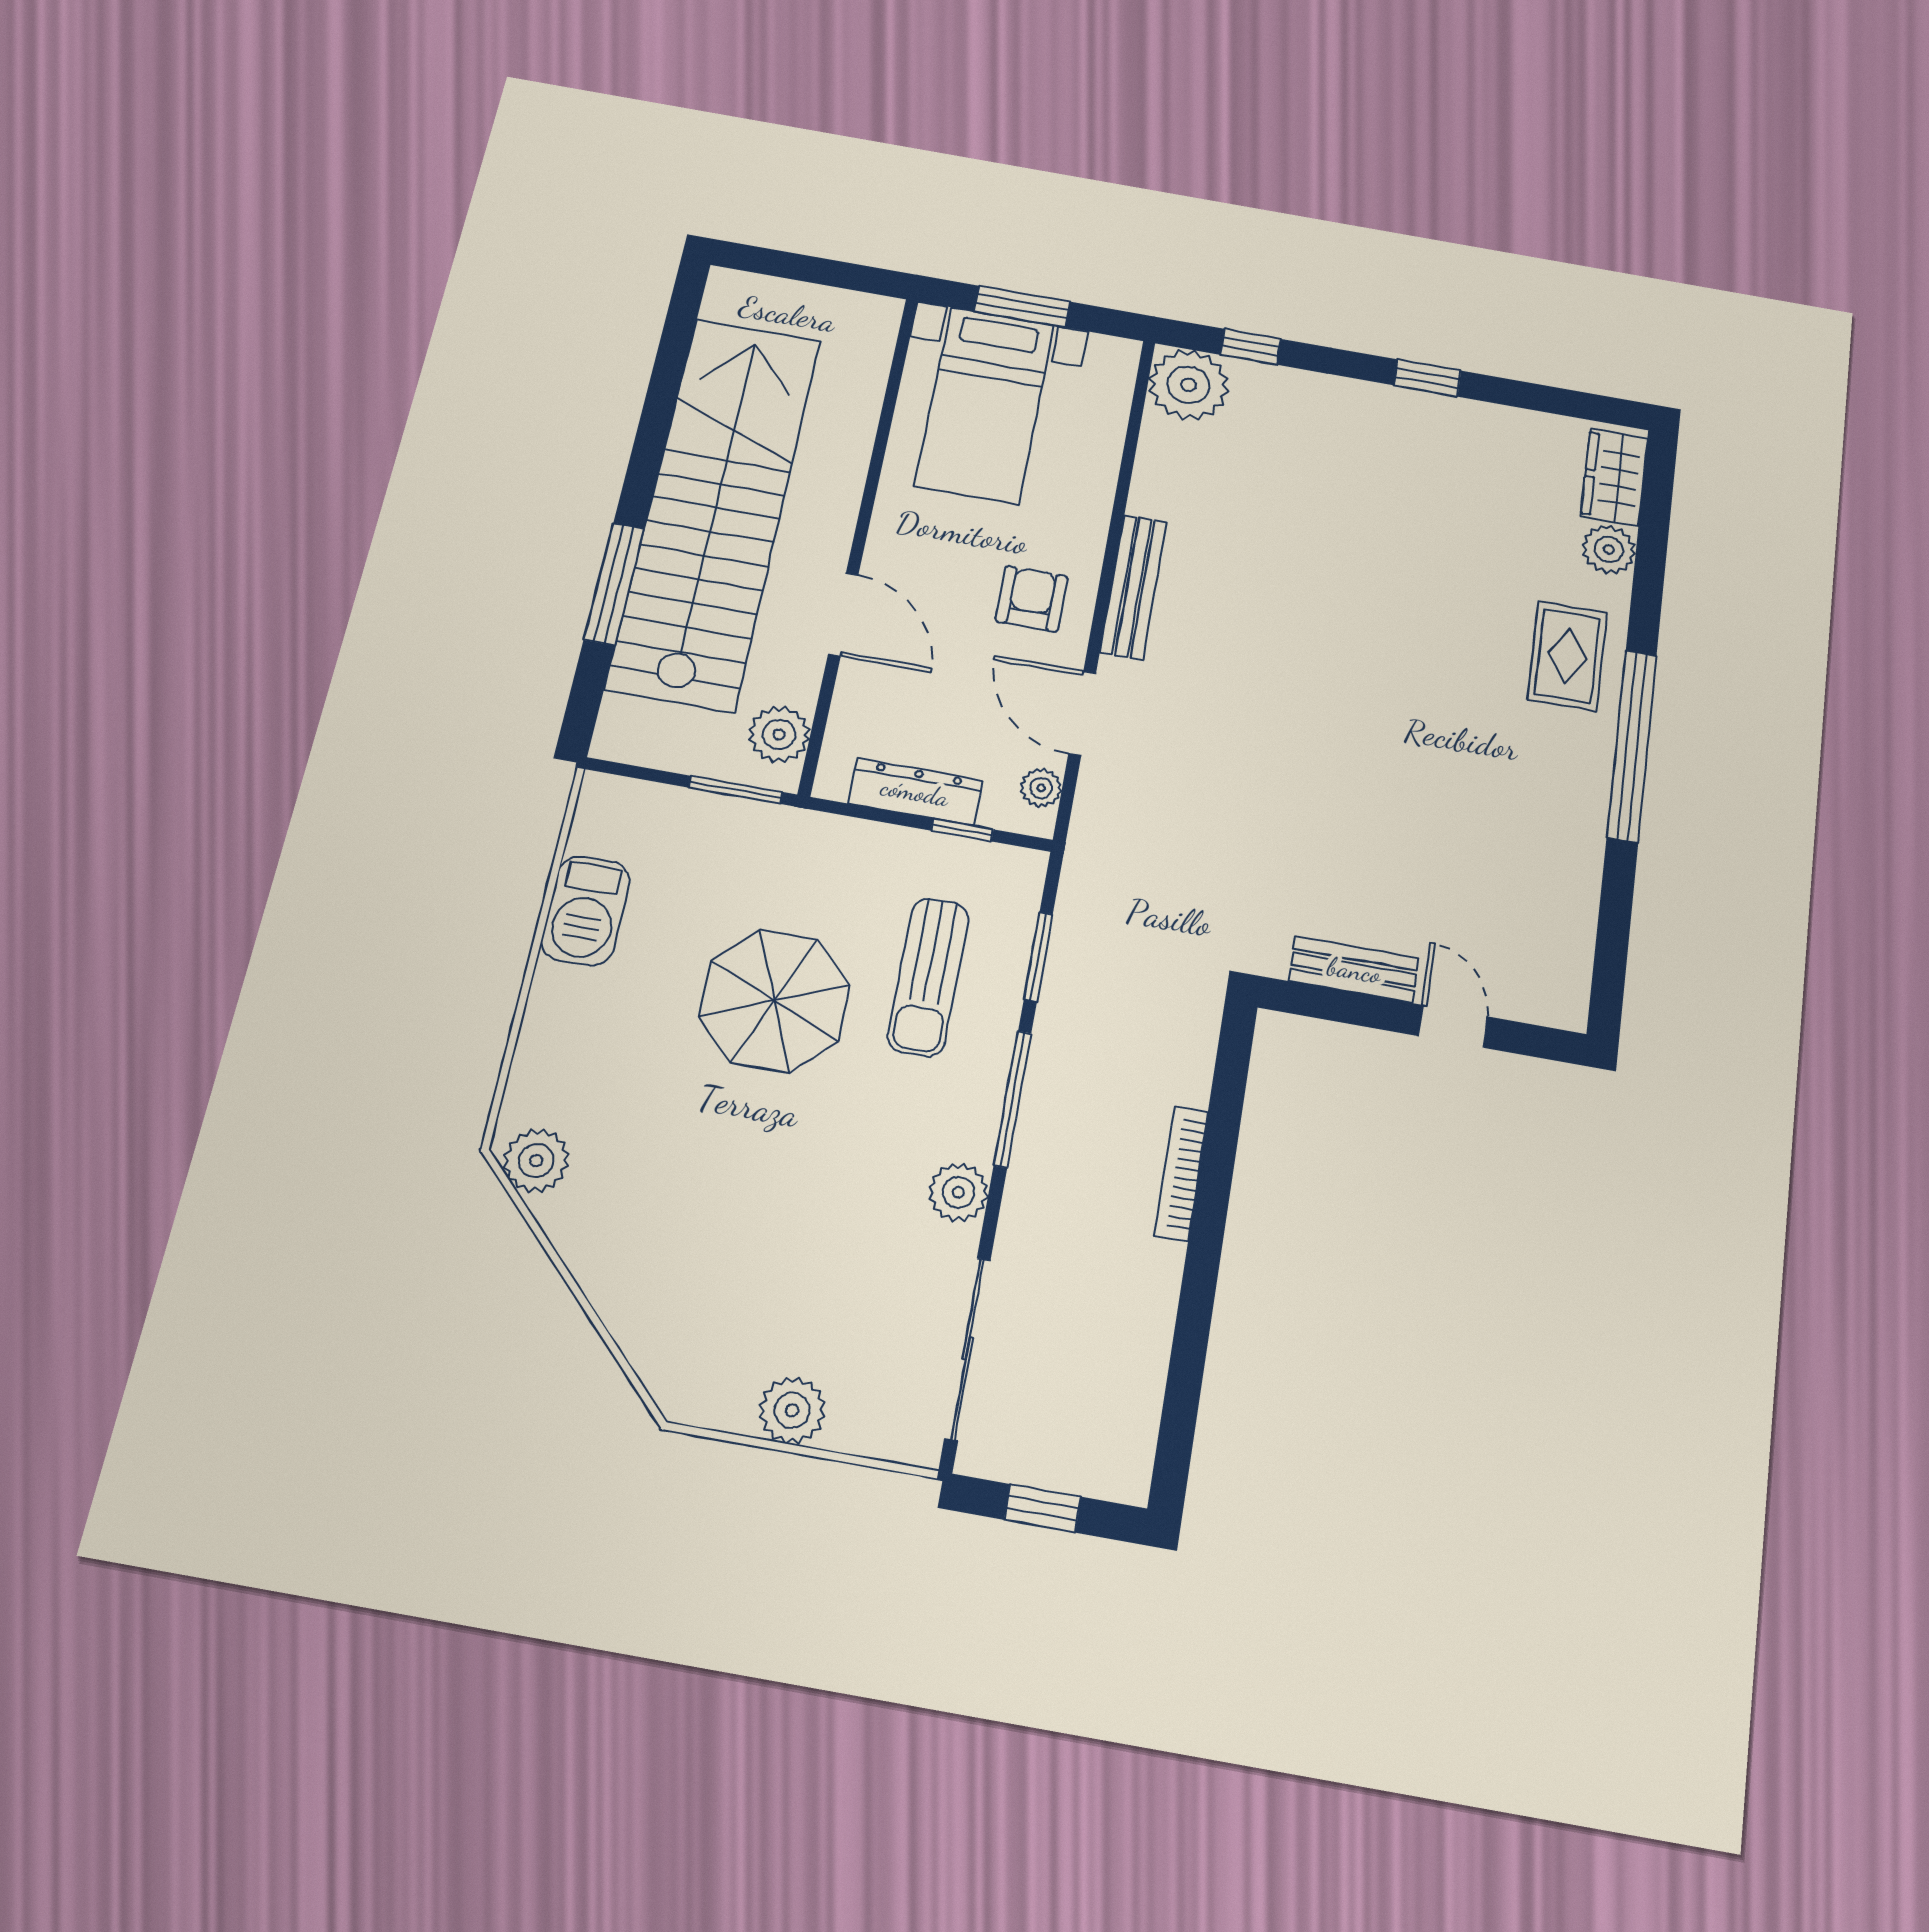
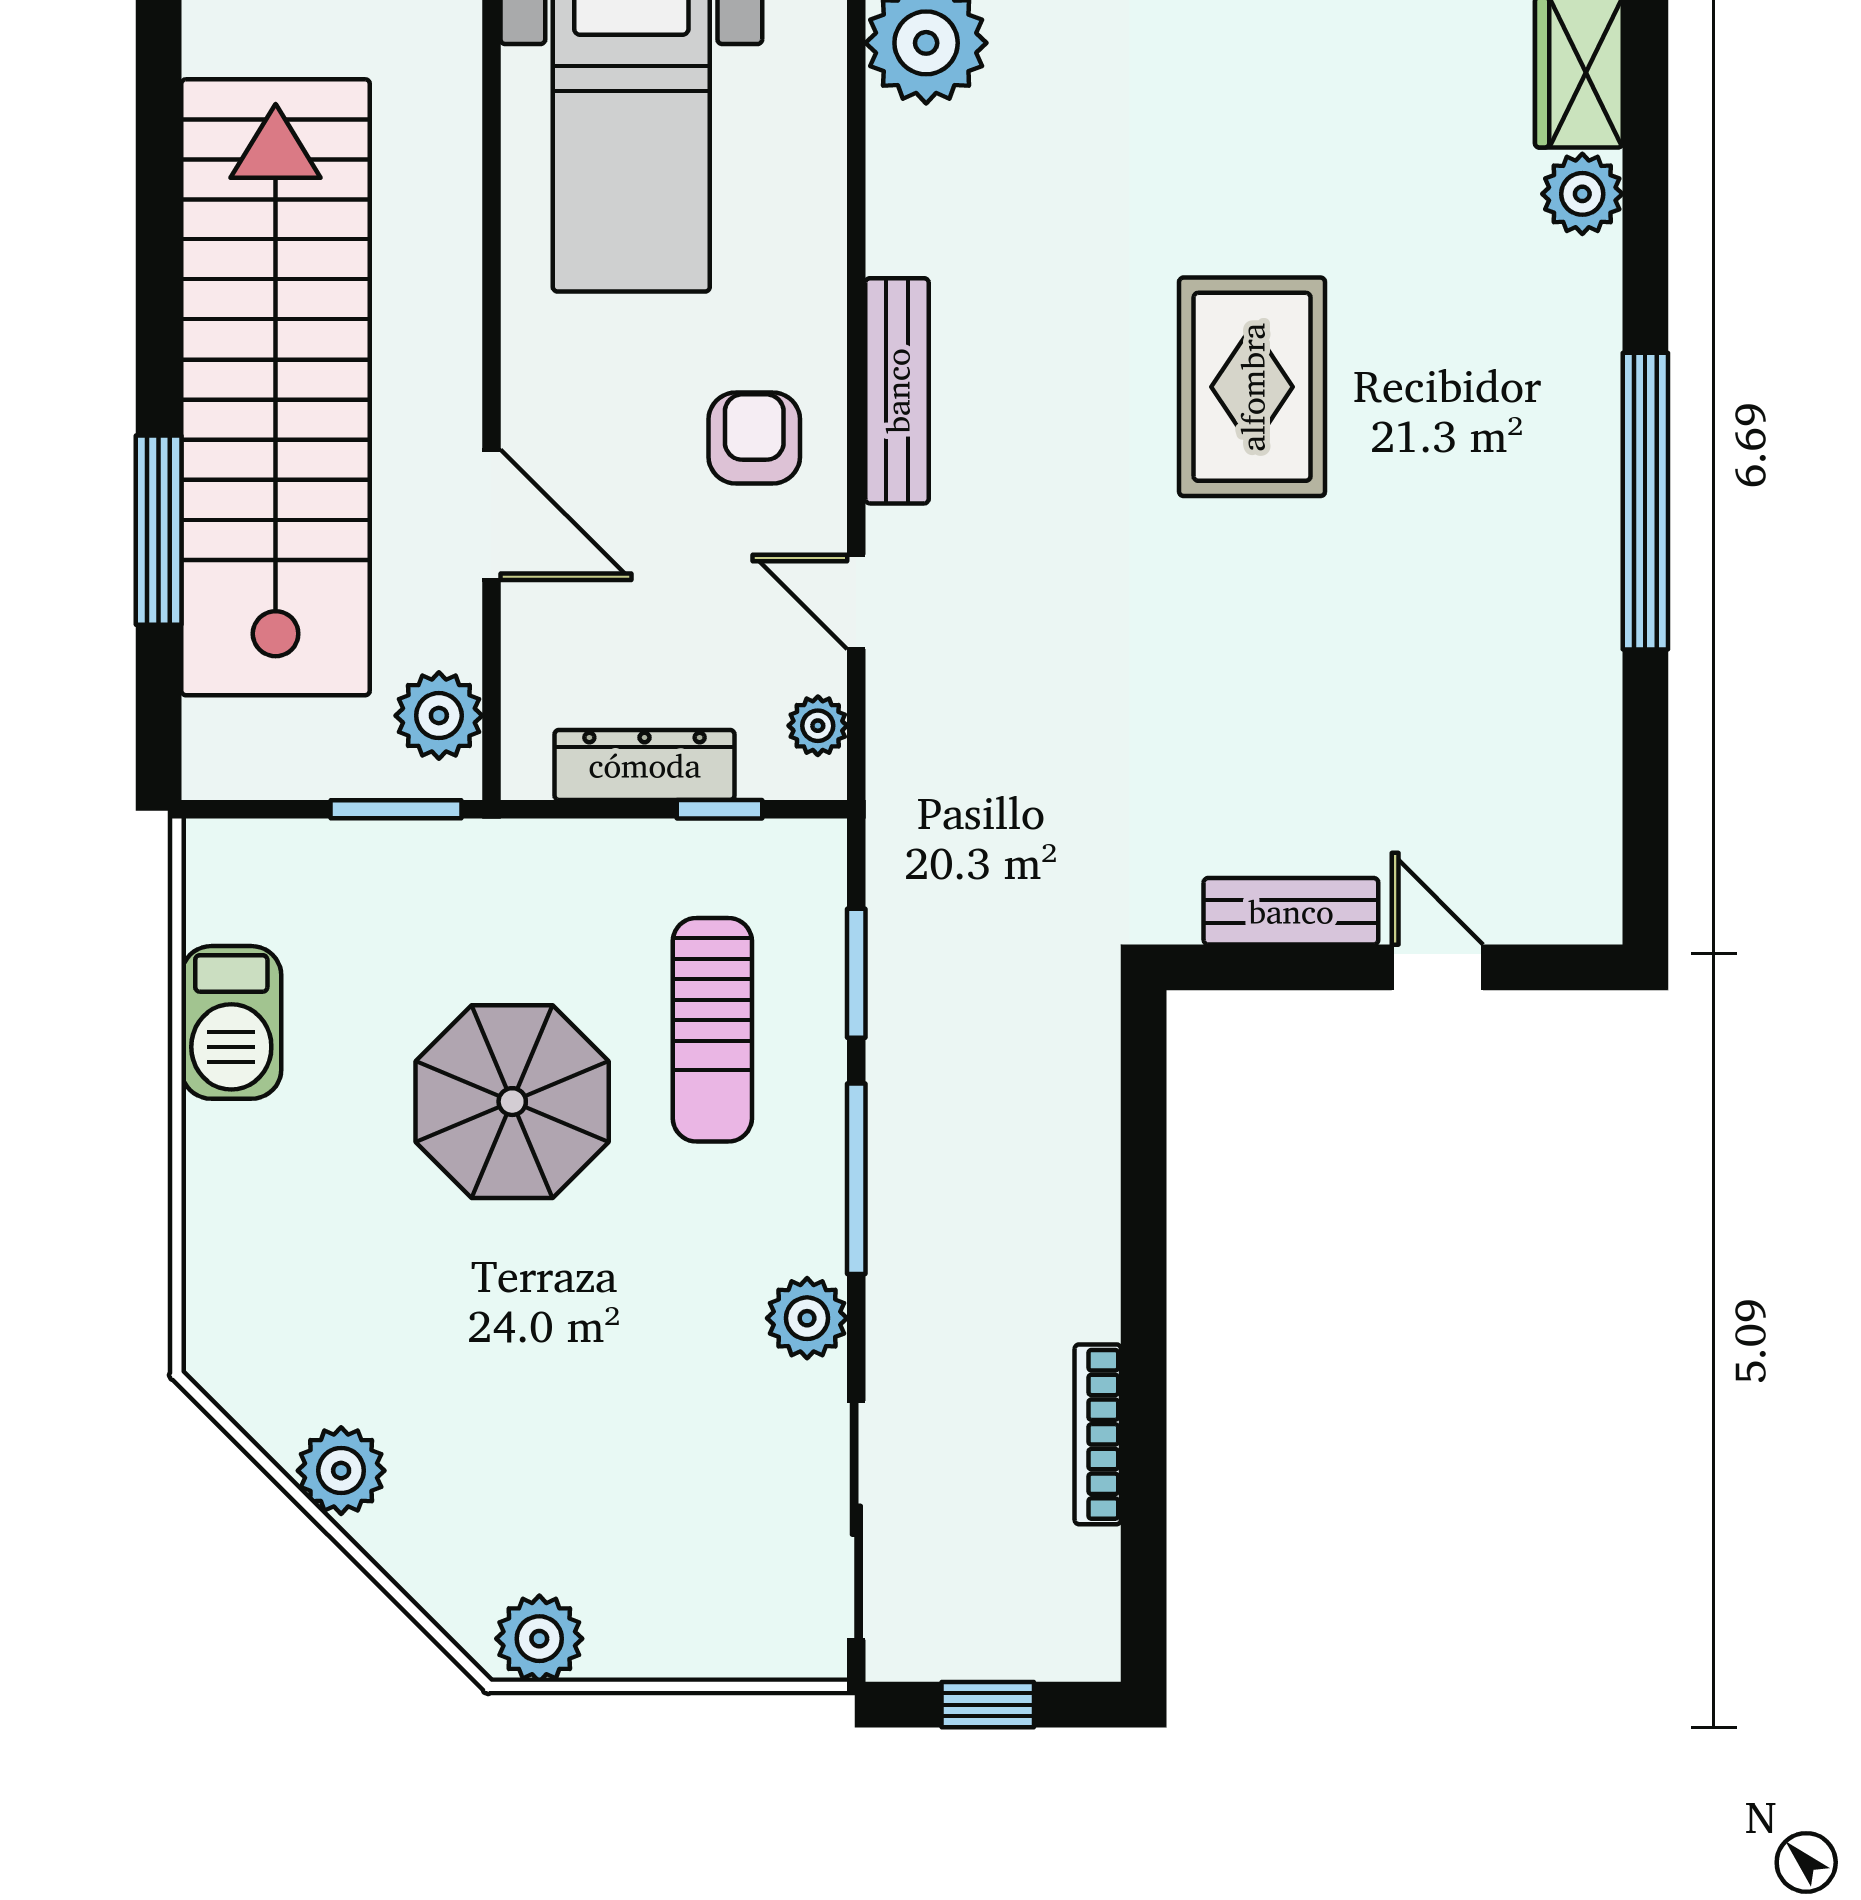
rug: (1567, 656) -> (1252, 387), moved, width x1.36, depth x1.43
door: (1082, 713) -> (856, 602), width x0.73
plant: (536, 1161) -> (341, 1471), moved
bookcase: (1181, 1173) -> (1098, 1434), moved
plant: (792, 1410) -> (539, 1639), moved

